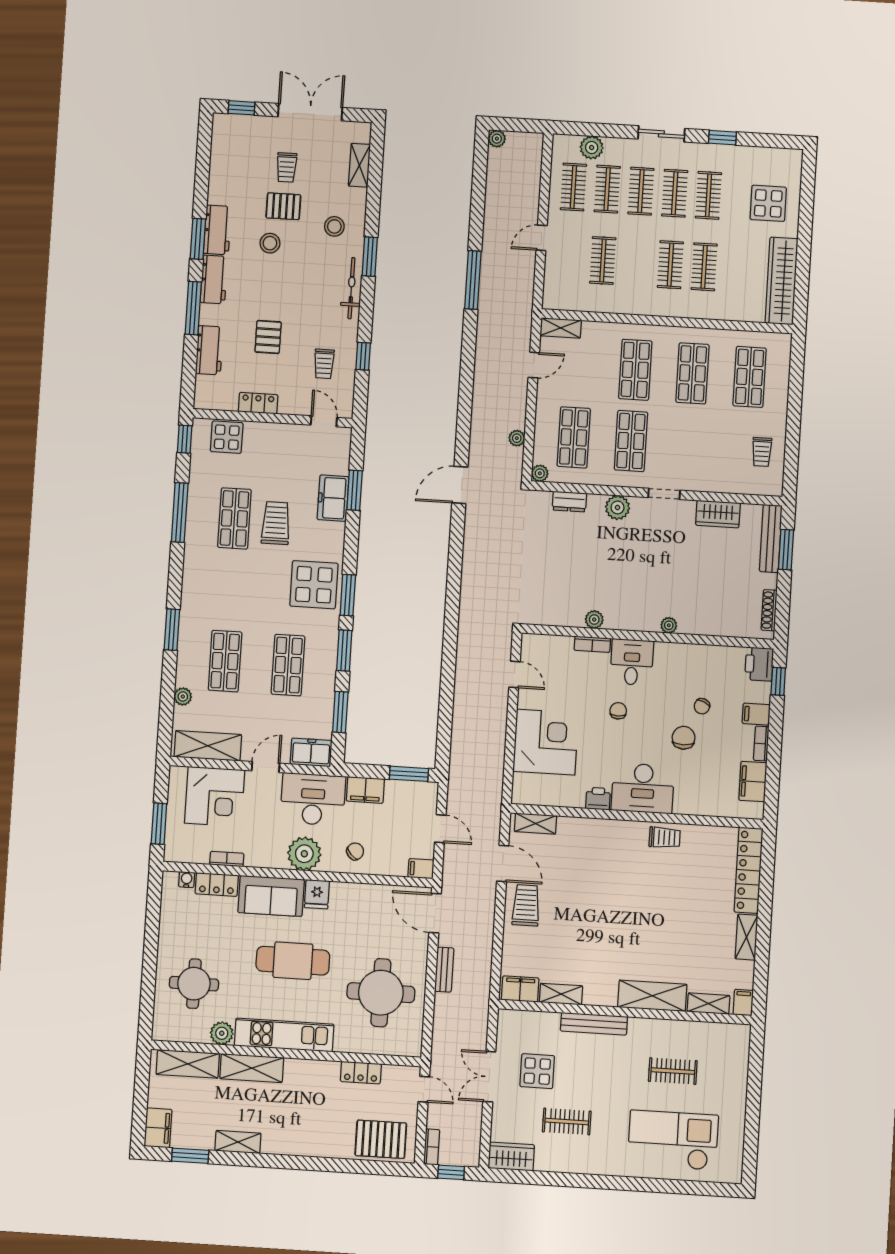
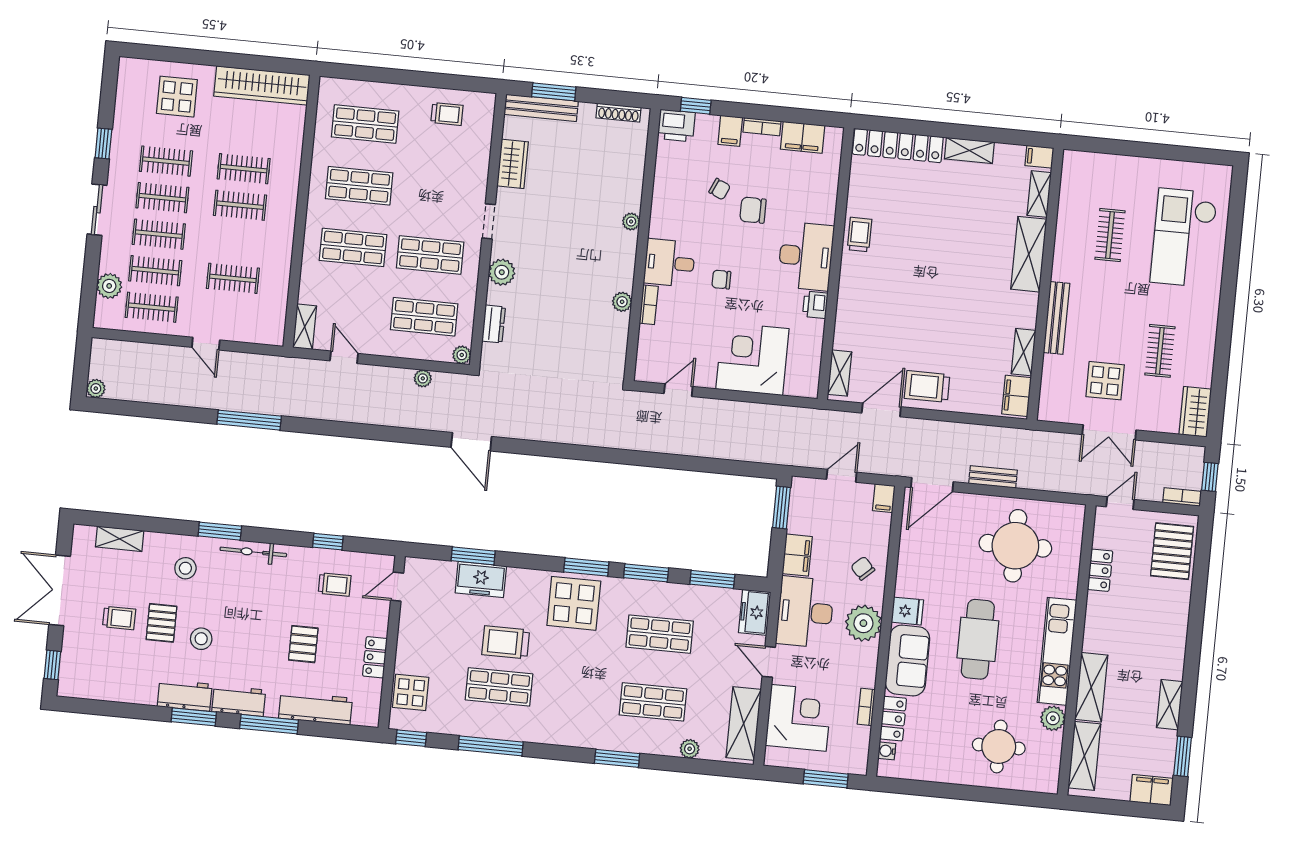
pallet: (268, 337) -> (303, 644), turned 90
workbench: (209, 350) -> (315, 708), width x1.38

